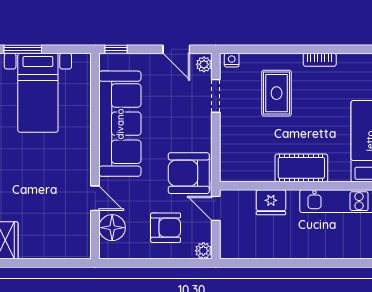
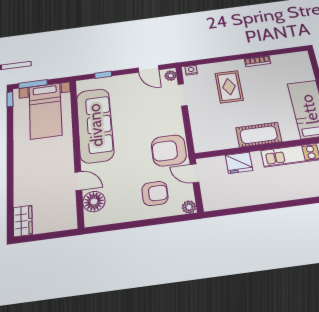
sofa: (120, 124) -> (95, 125), moved
wall: (95, 156) -> (77, 150), moved
door: (95, 198) -> (78, 181), moved
floor lamp: (112, 228) -> (94, 202), moved

